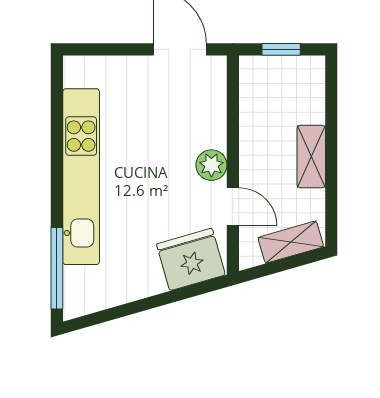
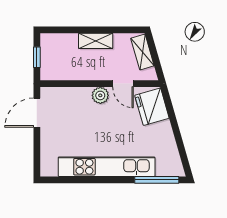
door: (233, 207) -> (123, 84), swing flipped

